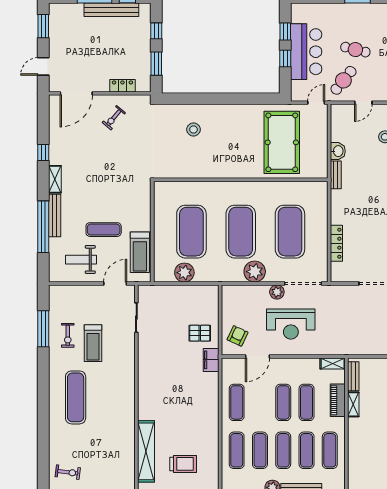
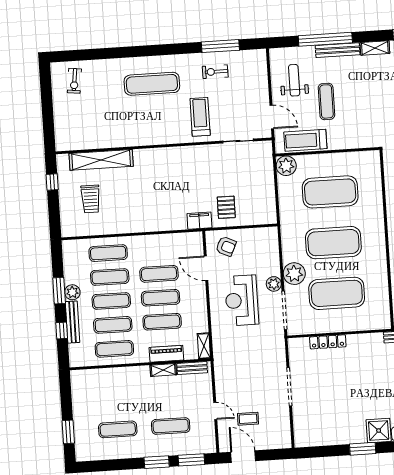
plant: (255, 272) -> (294, 274), moved
plant: (184, 273) -> (286, 166), moved
treadmill: (93, 343) -> (200, 117), moved, turned 90
exercise mat: (237, 402) -> (159, 274), moved

